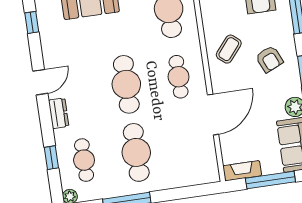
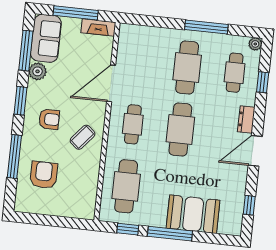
armchair: (269, 59) -> (49, 119), turned 114
door: (40, 82) -> (255, 151), width x1.38

